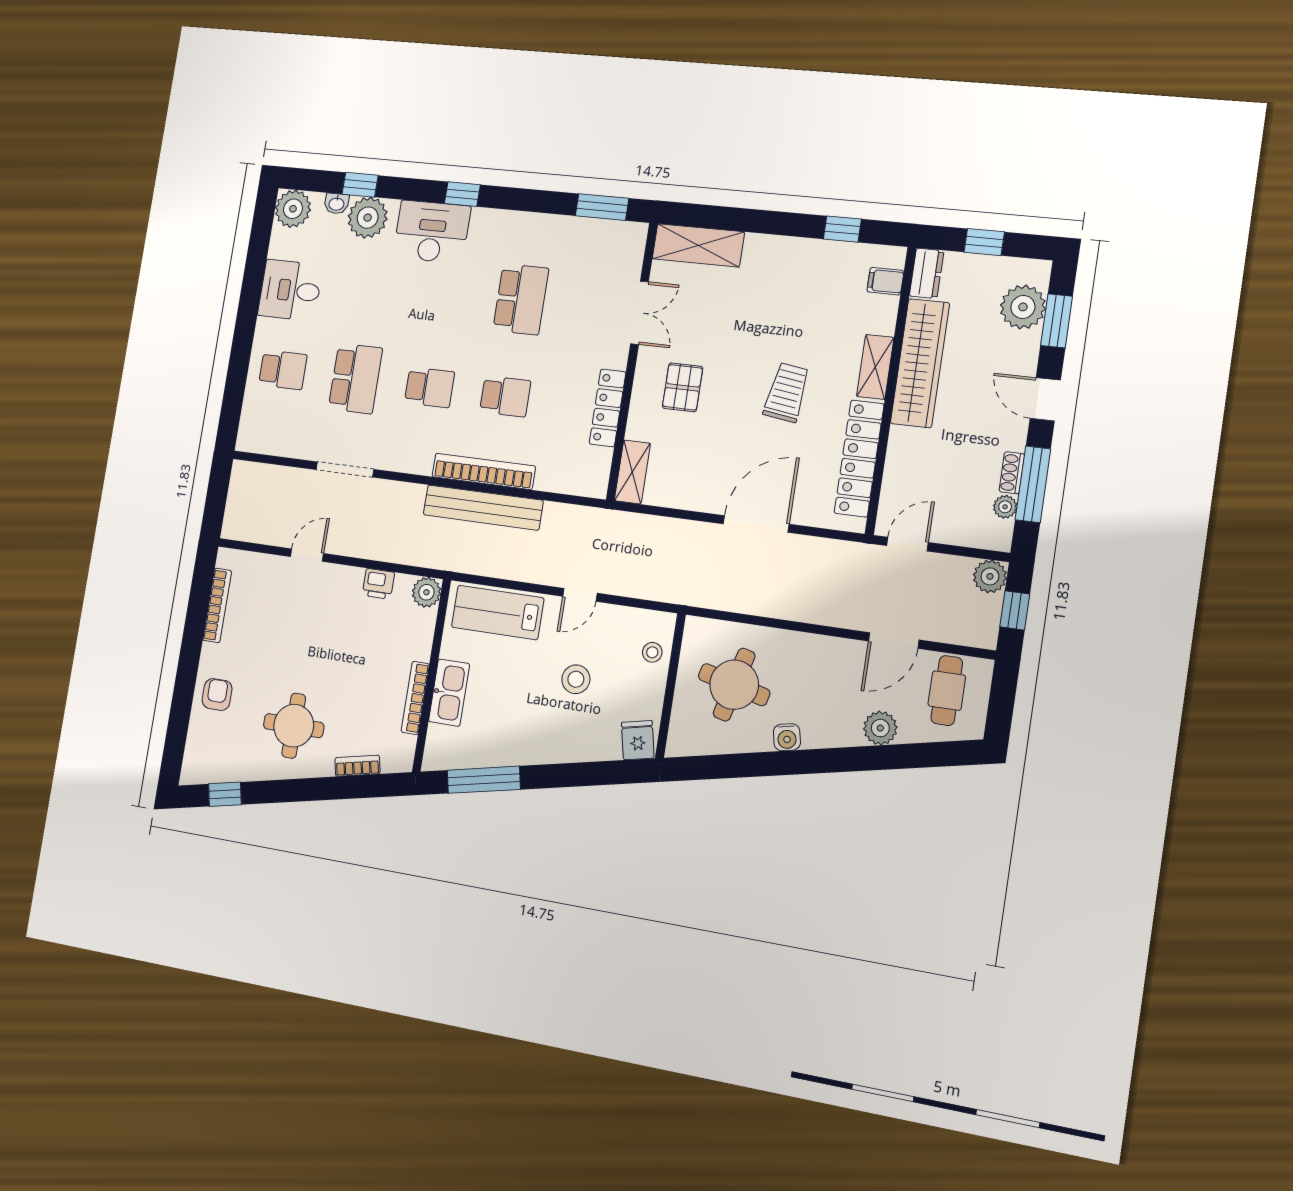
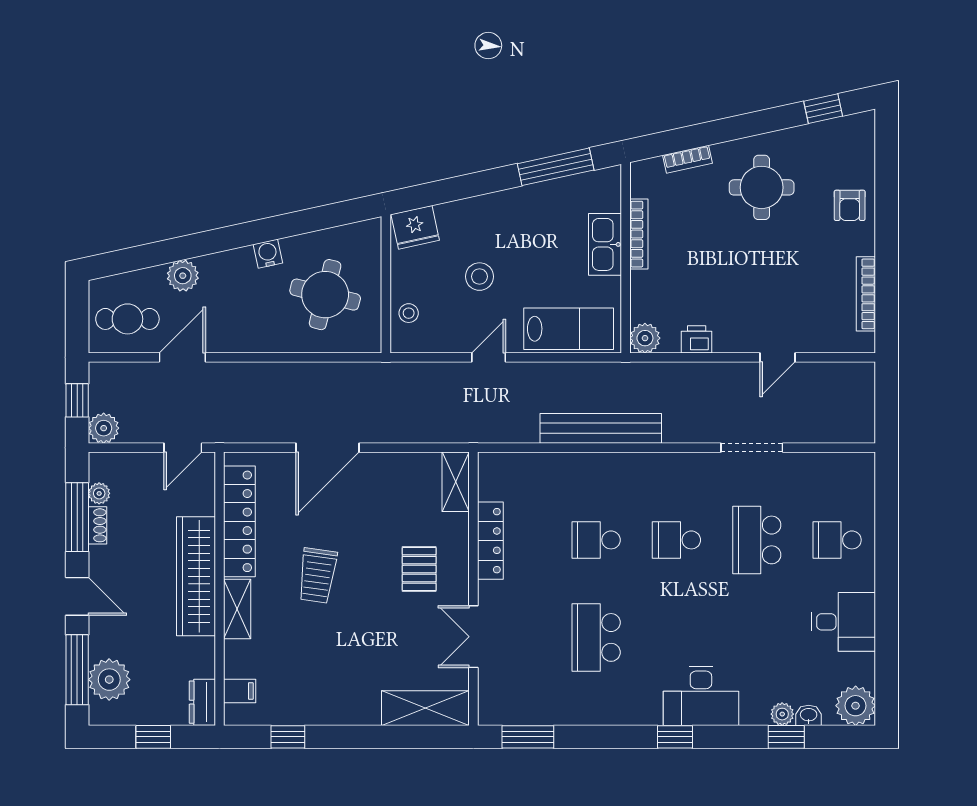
plant: (368, 218) -> (782, 714), width x0.53, depth x0.53
window: (1057, 321) -> (77, 670), width x1.44
wardrobe: (920, 363) -> (196, 576), moved
bookcase: (484, 471) -> (606, 464), removed
cafe table: (947, 691) -> (127, 319), turned 90
fridge: (638, 740) -> (415, 227), width x1.38

